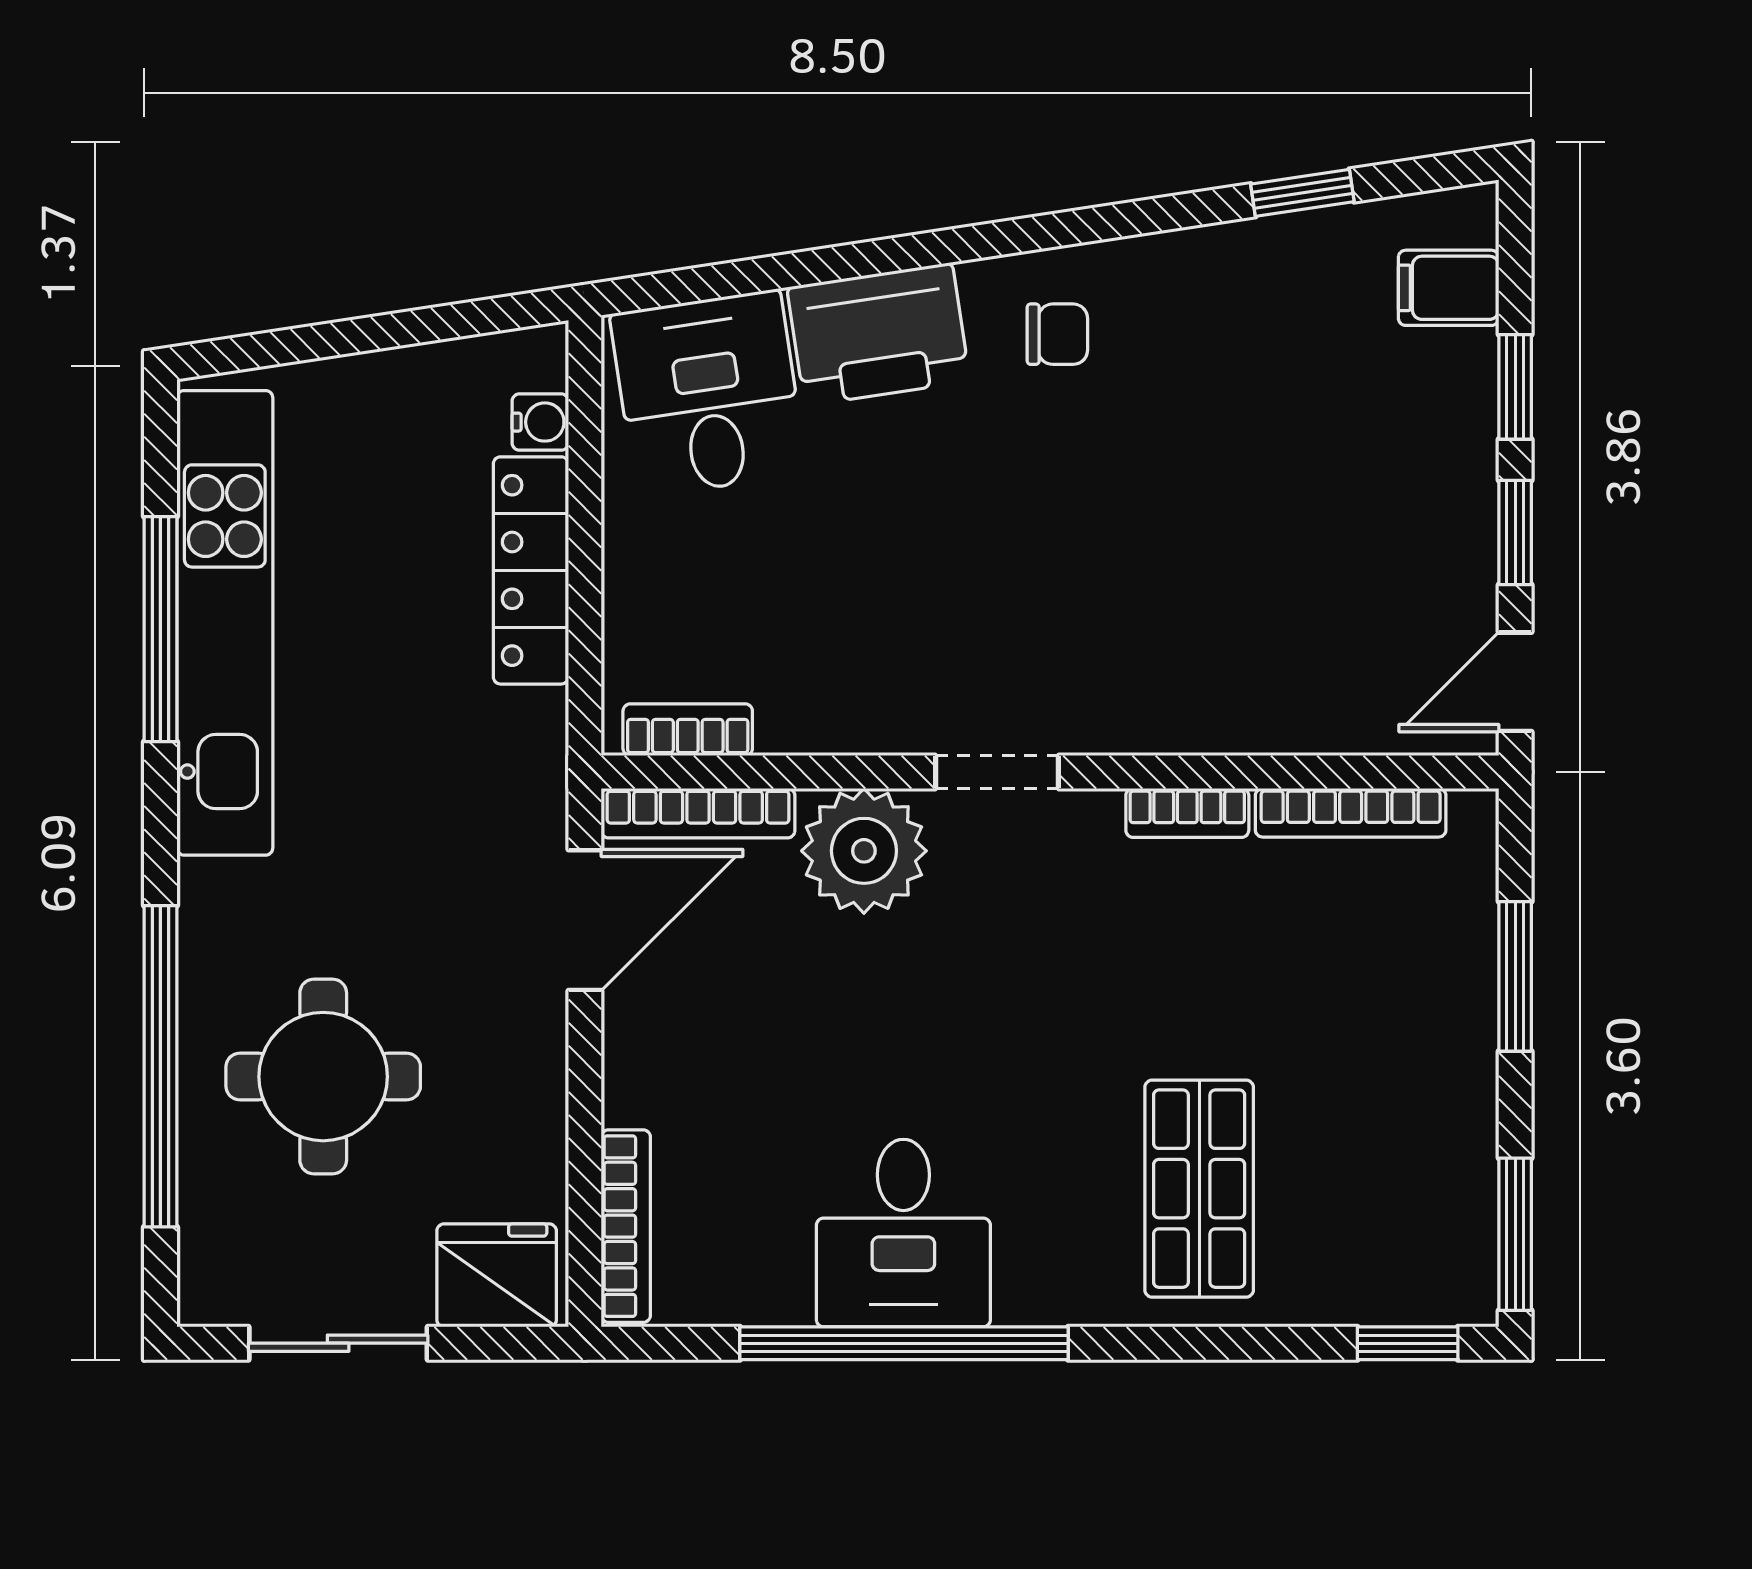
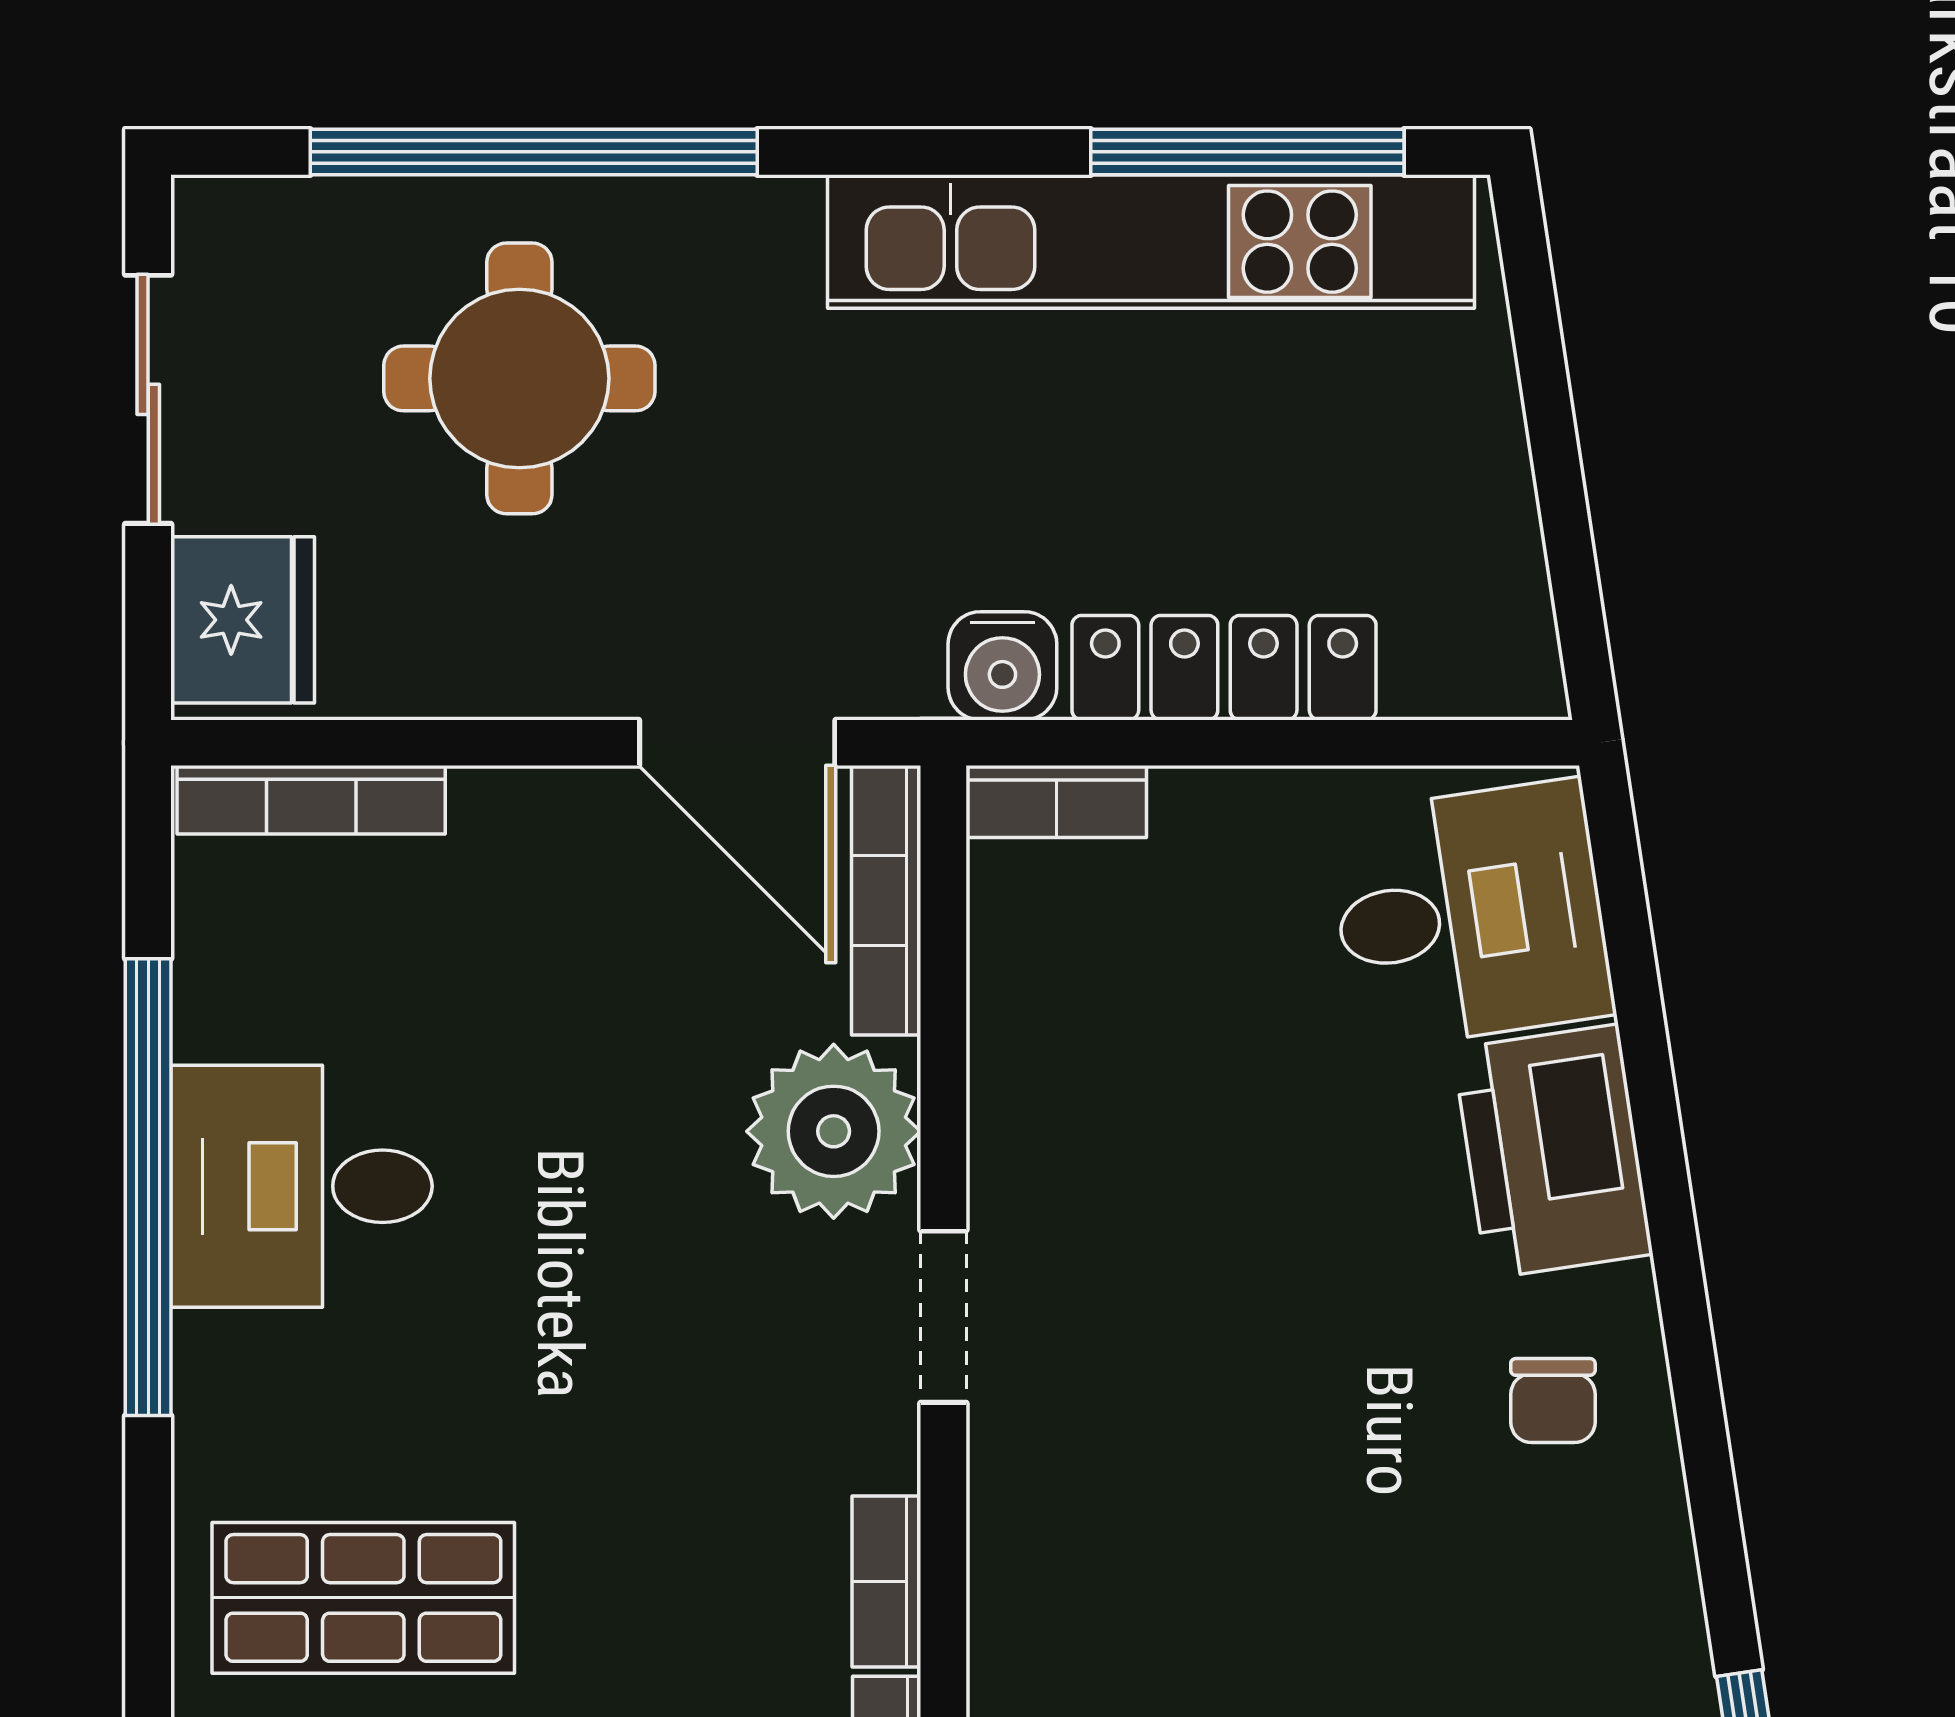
water cooler: (540, 422) -> (1002, 666), moved, width x1.38, depth x1.38
window: (160, 629) -> (1247, 152), moved
bookcase: (688, 730) -> (1056, 802), moved, turned 90

